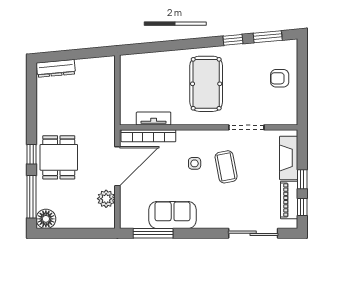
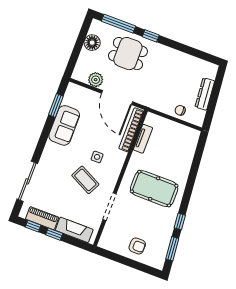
dresser: (56, 68) -> (205, 94), moved
armchair: (280, 78) -> (137, 246), turned 90
chair: (105, 88) -> (180, 110), added
dining table: (59, 157) -> (128, 54), moved
coffee table: (226, 167) -> (85, 180), turned 38
floor lamp: (46, 219) -> (92, 43), moved
window: (153, 233) -> (56, 105), width x0.69

